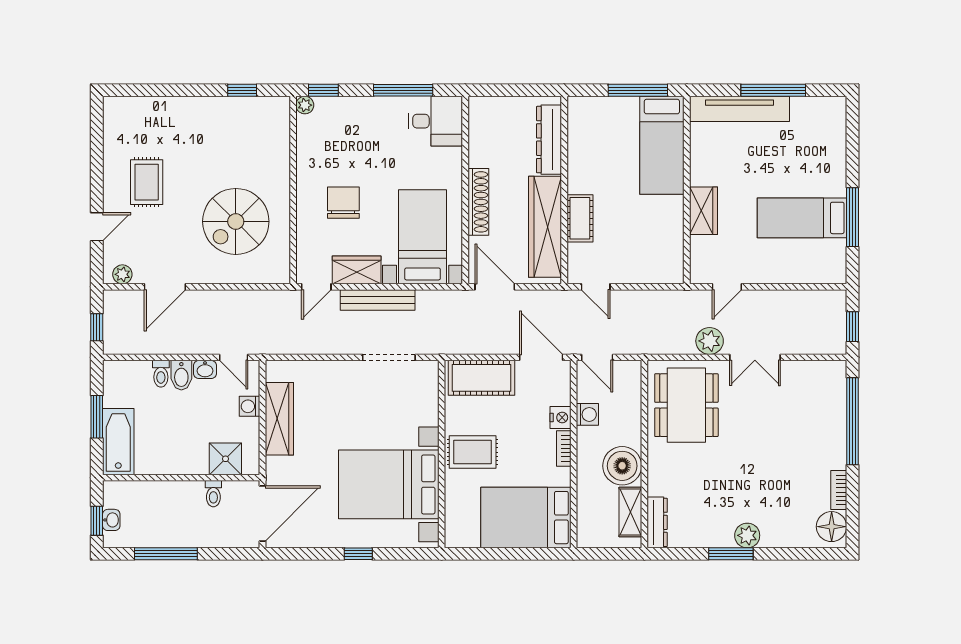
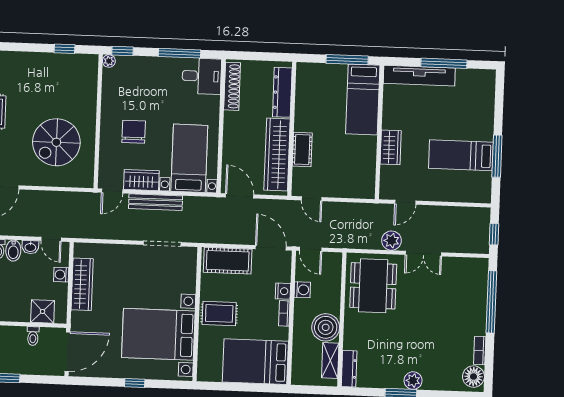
shoe rack: (478, 202) -> (232, 86), moved

